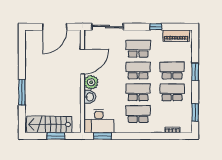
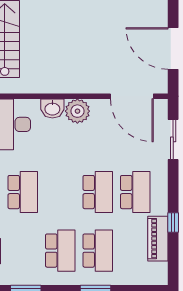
sliding door: (108, 27) -> (173, 139), width x0.73
piano: (176, 36) -> (158, 239), moved
door: (82, 62) -> (132, 96), moved
school desk: (138, 92) -> (60, 192), removed

